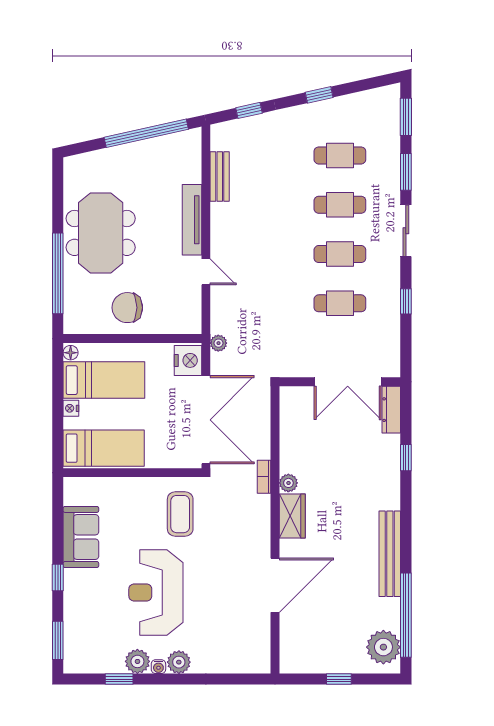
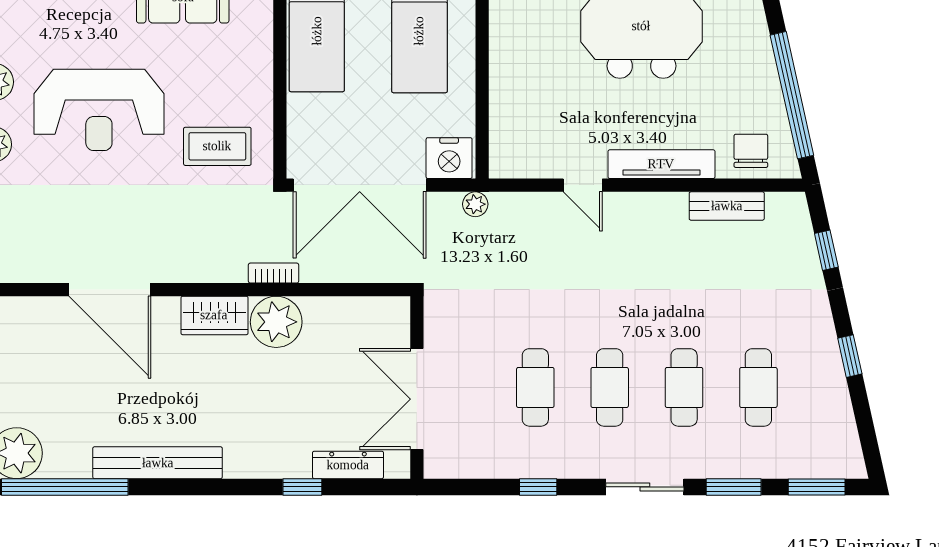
door: (206, 272) -> (583, 185), hinge flipped
chair: (127, 308) -> (751, 151), moved, width x0.73, depth x0.73
dresser: (391, 410) -> (348, 465), moved
plant: (288, 483) -> (276, 322), width x1.87, depth x1.87
reception desk: (156, 592) -> (99, 110), turned 180

